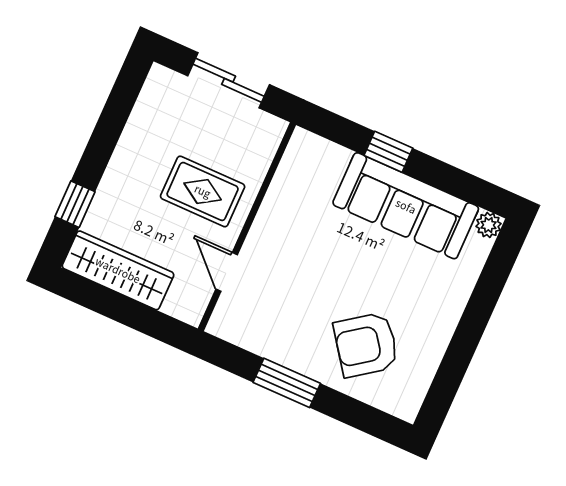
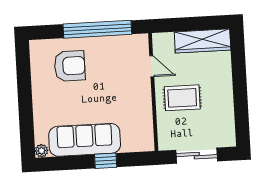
window: (75, 204) -> (238, 61), removed
armchair: (366, 345) -> (70, 66), turned 36
window: (287, 383) -> (97, 29), width x2.11

